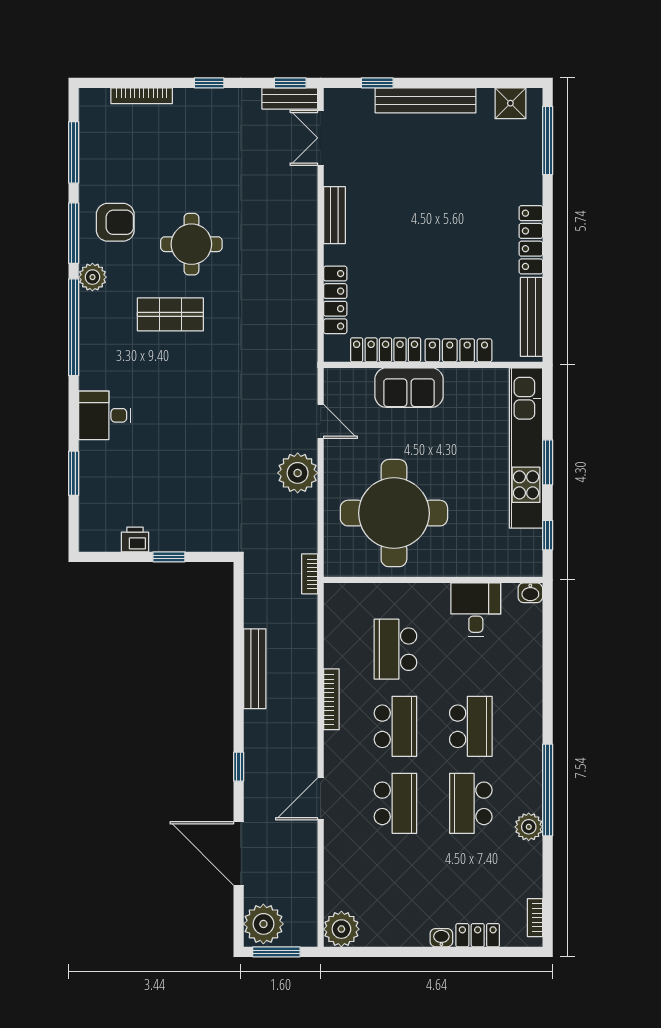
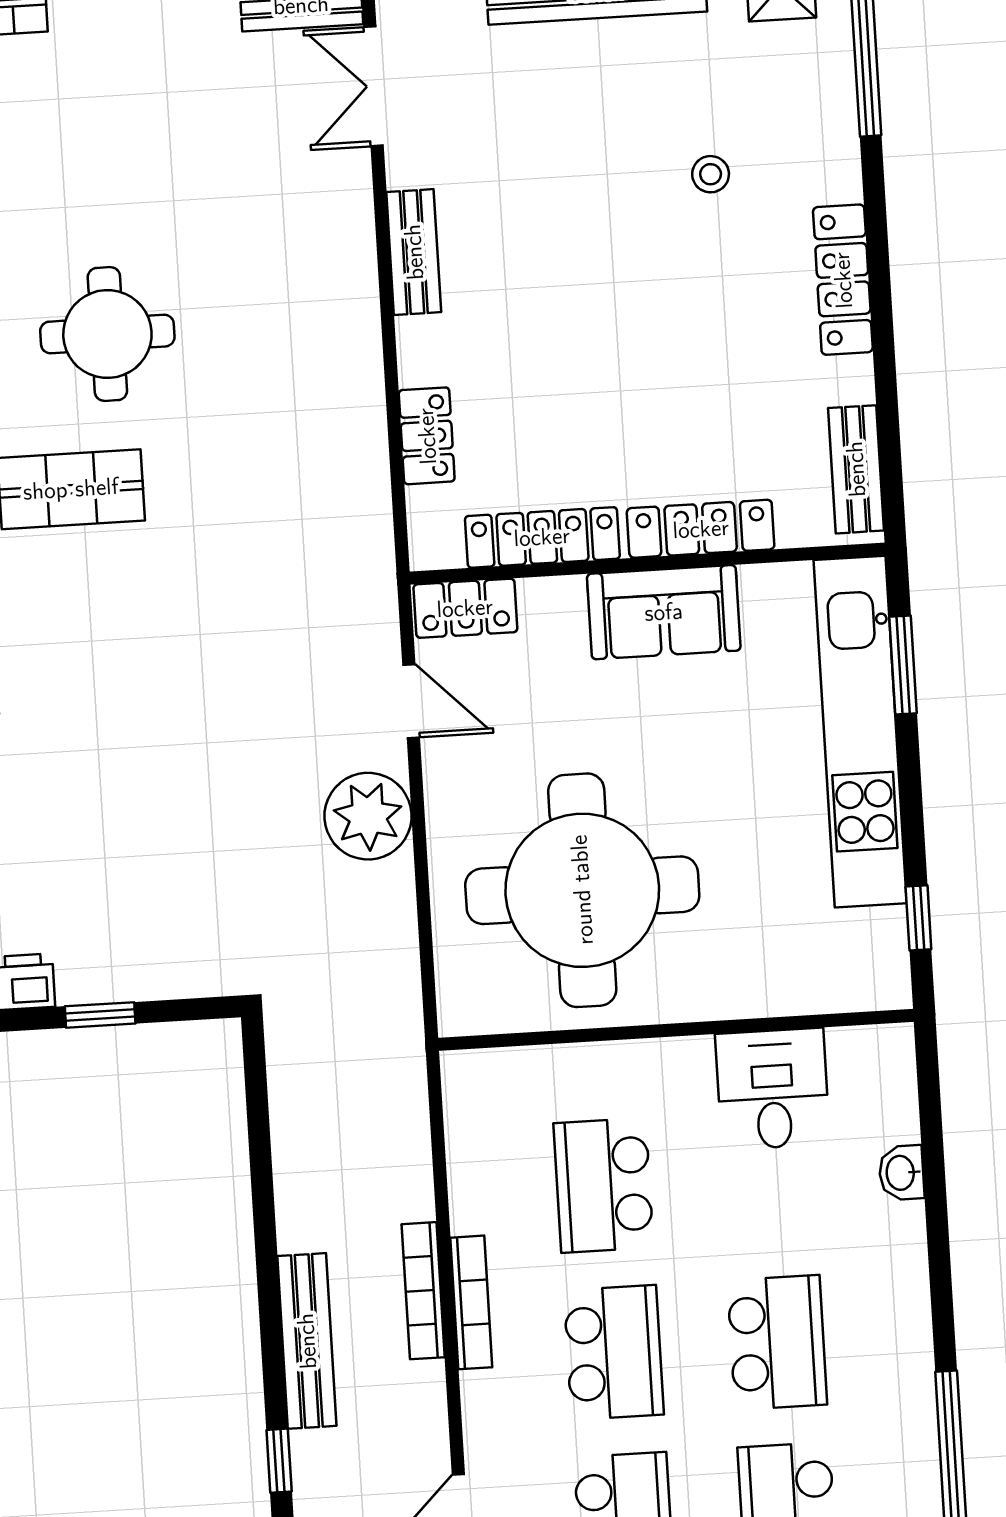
stool: (473, 188) -> (711, 174), added
locker: (335, 300) -> (427, 436), width x0.66
bench: (532, 317) -> (856, 469), width x0.73
locker: (348, 380) -> (465, 608), added
sofa: (409, 388) -> (664, 612), moved
window: (548, 462) -> (903, 665), moved
bookcase: (310, 574) -> (423, 1291), moved, width x1.56
washbasin: (530, 593) -> (901, 1173), moved, turned 90
bench: (255, 669) -> (307, 1341), moved

